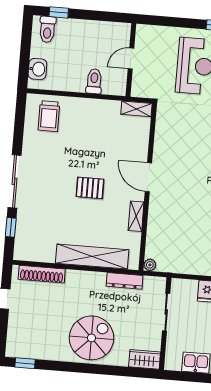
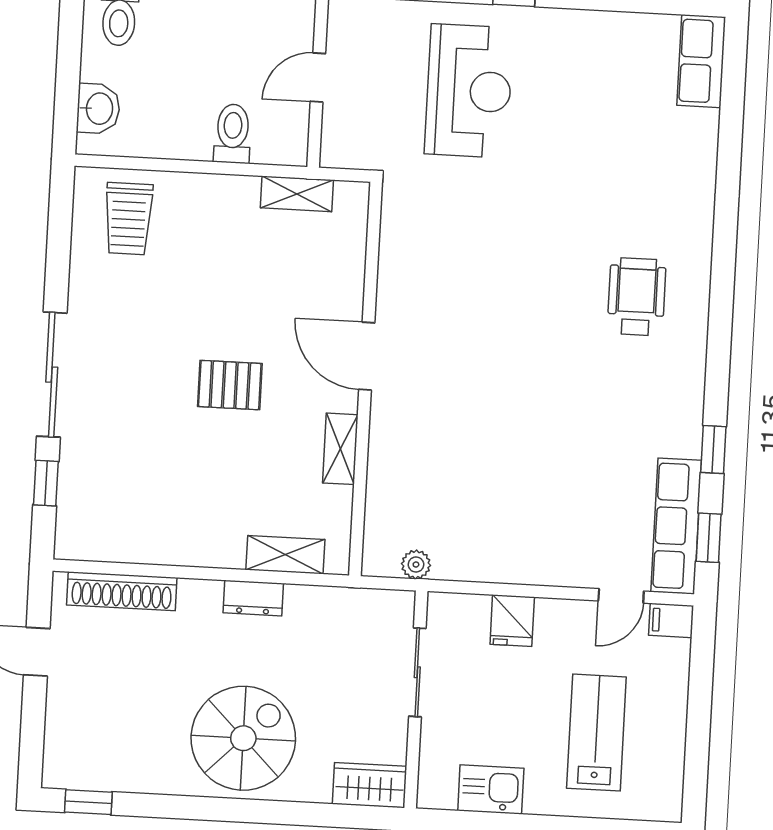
shelving: (136, 109) -> (297, 194), moved
shelving: (92, 256) -> (285, 555), width x0.45, depth x0.75
plant: (150, 265) -> (416, 565), moved
dresser: (125, 281) -> (253, 598), moved, width x0.70

